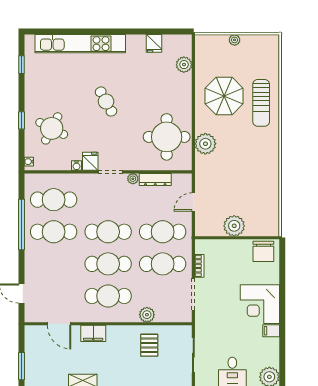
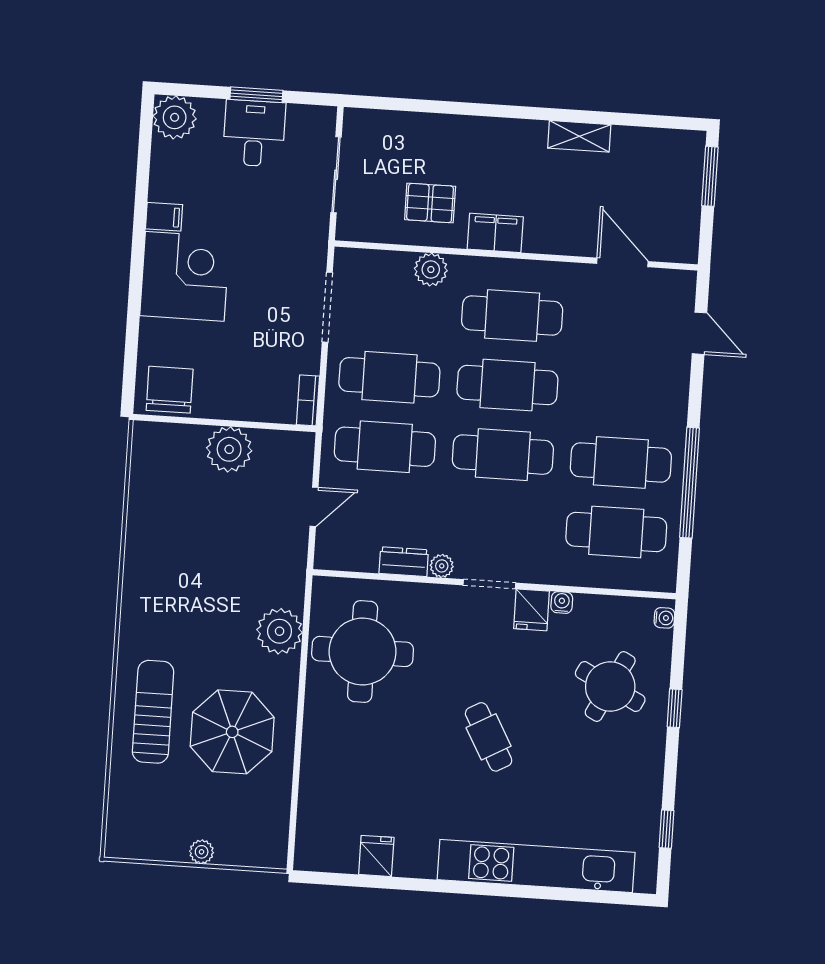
plant: (184, 65) -> (315, 806), removed
dresser: (155, 180) -> (404, 562), width x0.70
bookcase: (199, 266) -> (308, 400), moved
filing cabinet: (93, 333) -> (495, 233), moved
pallet: (149, 345) -> (430, 203), turned 90

